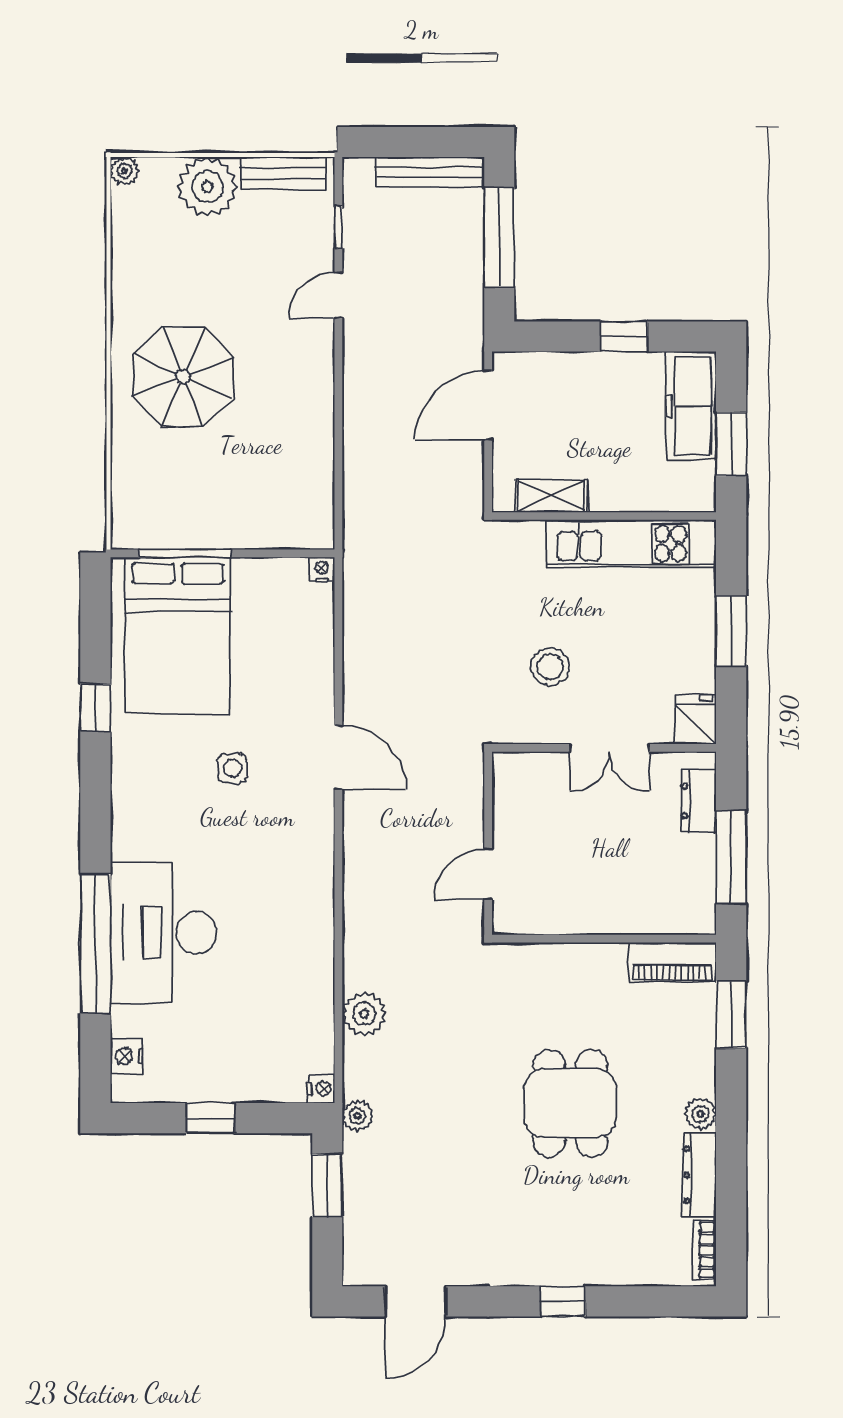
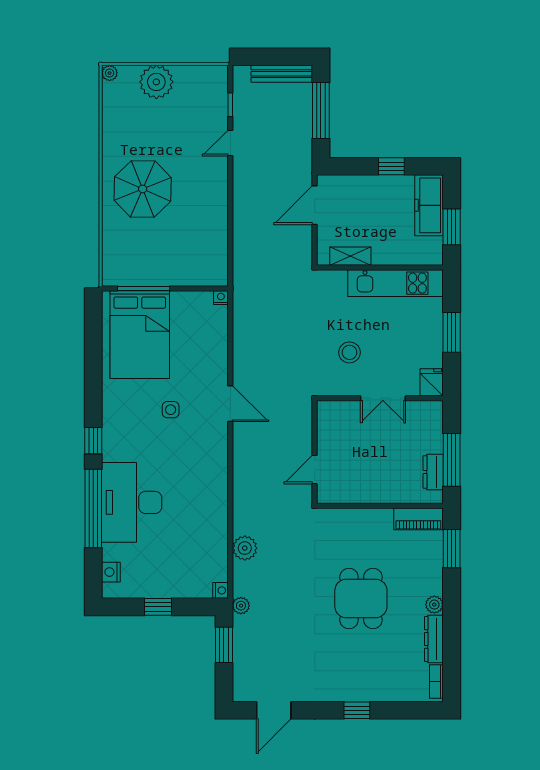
bench: (283, 173) -> (199, 74), removed
window: (95, 708) -> (93, 441), moved
dresser: (698, 801) -> (433, 472), moved

